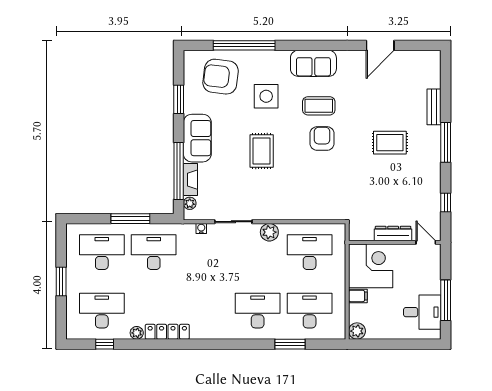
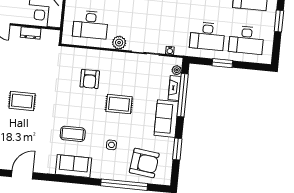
side table: (266, 96) -> (111, 145), width x0.54, depth x0.54
armchair: (322, 138) -> (90, 79), moved
rug: (262, 151) -> (119, 104), turned 90
window: (130, 219) -> (222, 63), width x0.69
dresser: (393, 234) -> (31, 33), width x0.70

